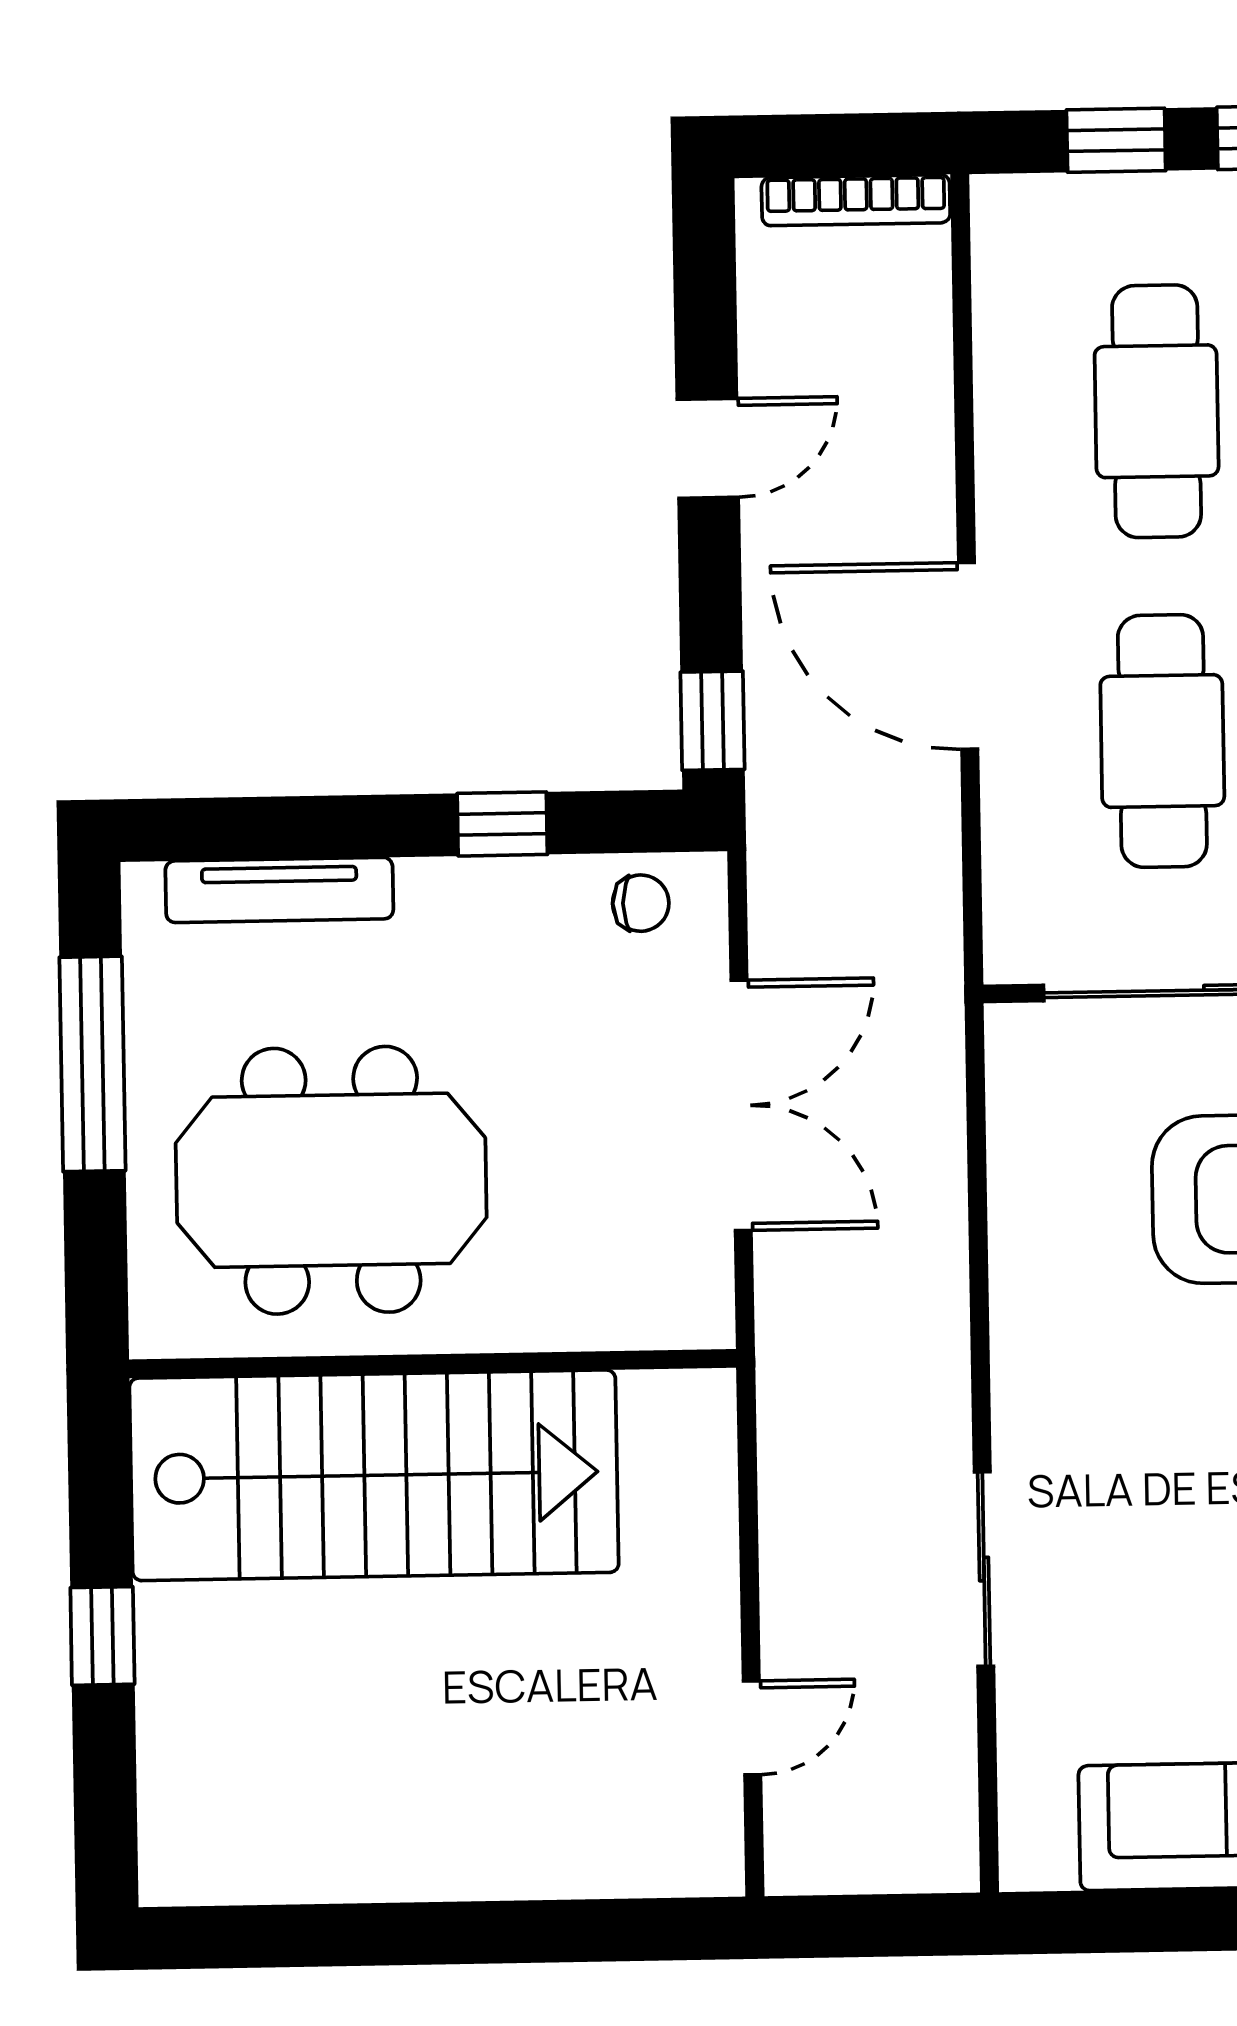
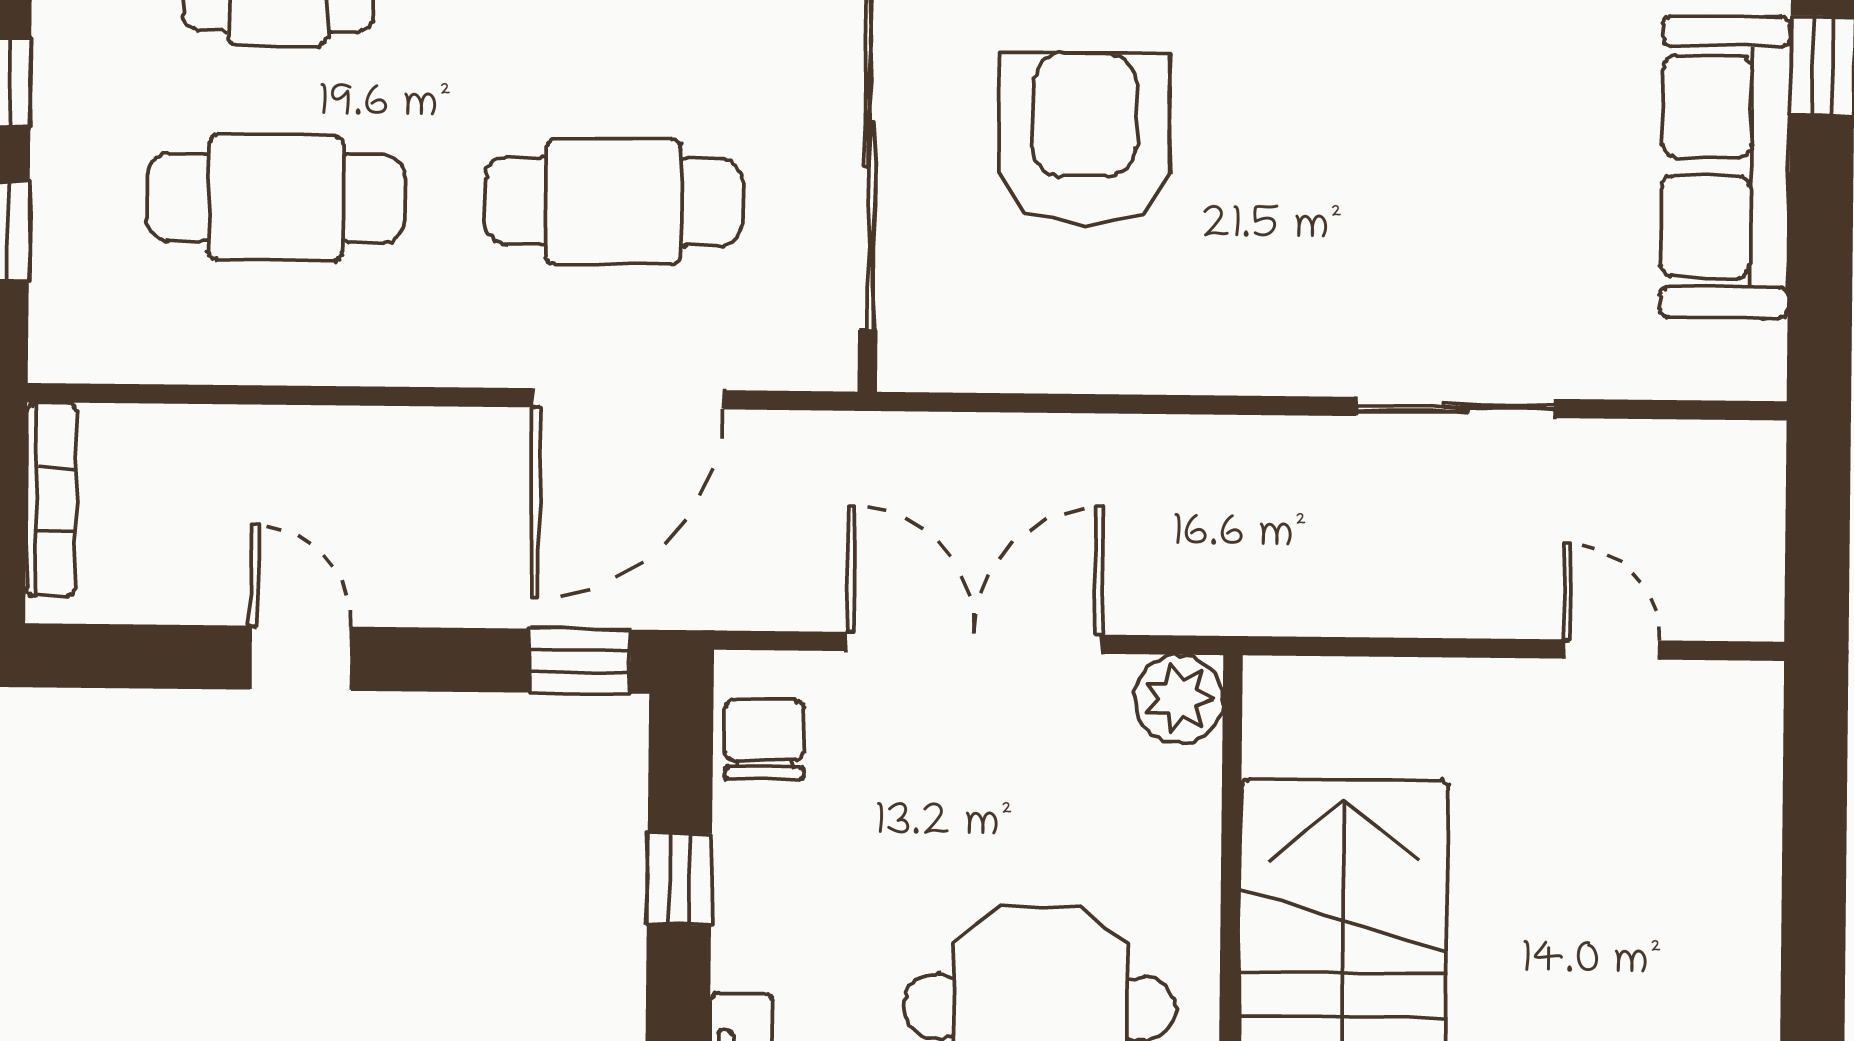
door: (968, 656) -> (628, 399), moved
chair: (641, 903) -> (764, 740), width x1.37, depth x1.37
plant: (692, 1306) -> (1179, 699), added

